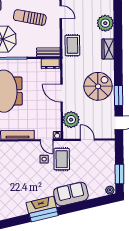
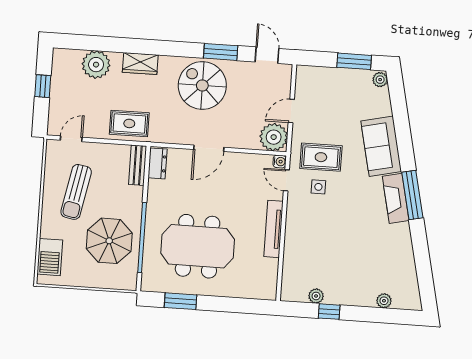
plant: (71, 120) -> (274, 137), moved
door: (46, 140) -> (286, 180), swing flipped

